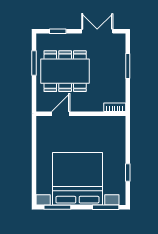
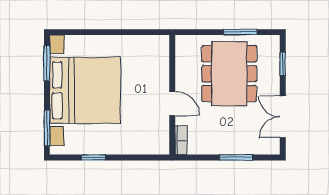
double door: (97, 31) -> (283, 117), swing flipped
door: (61, 114) -> (172, 104), moved

